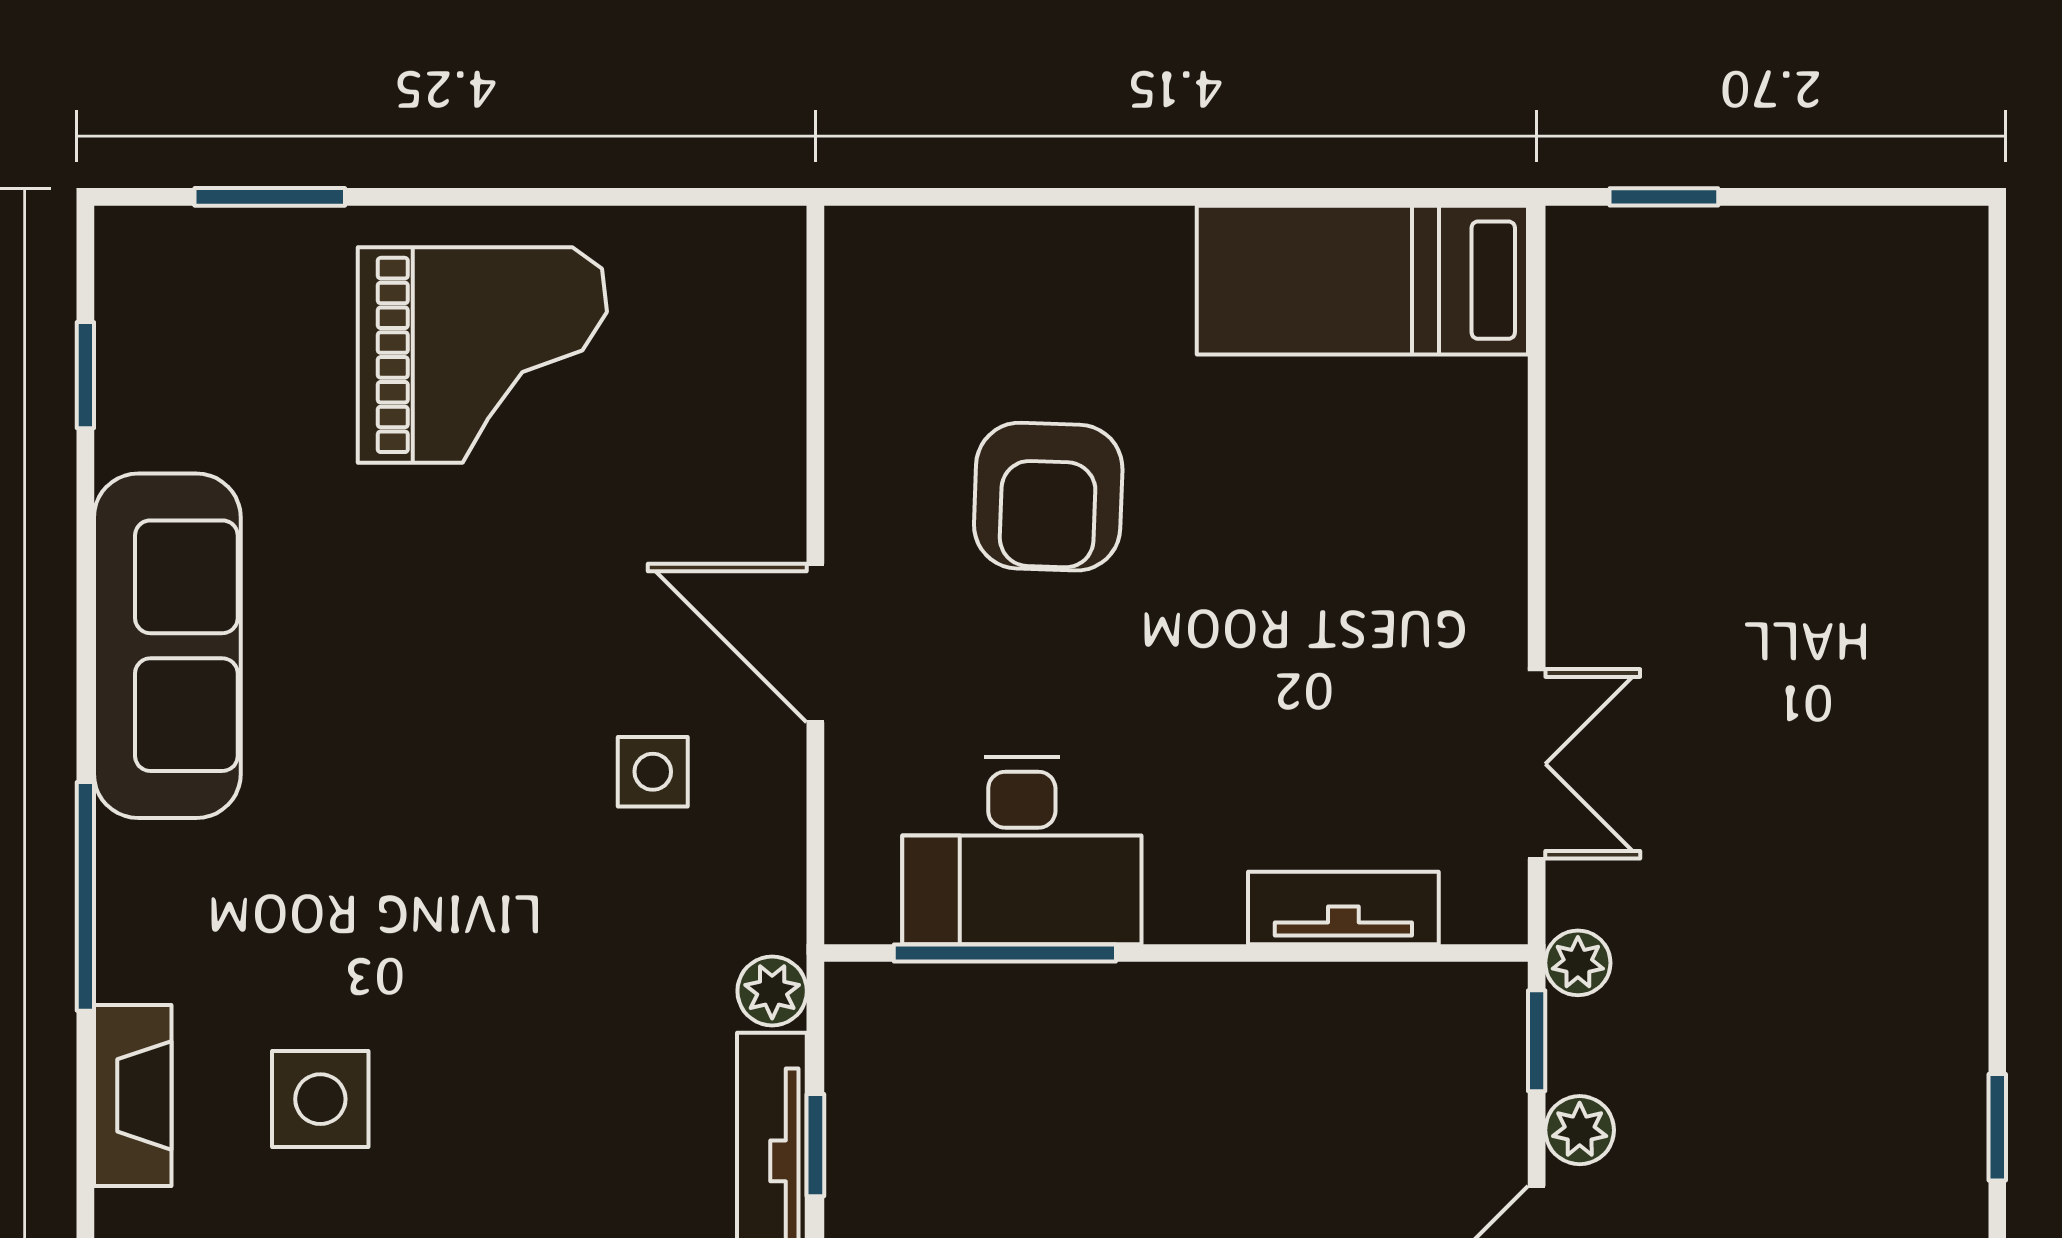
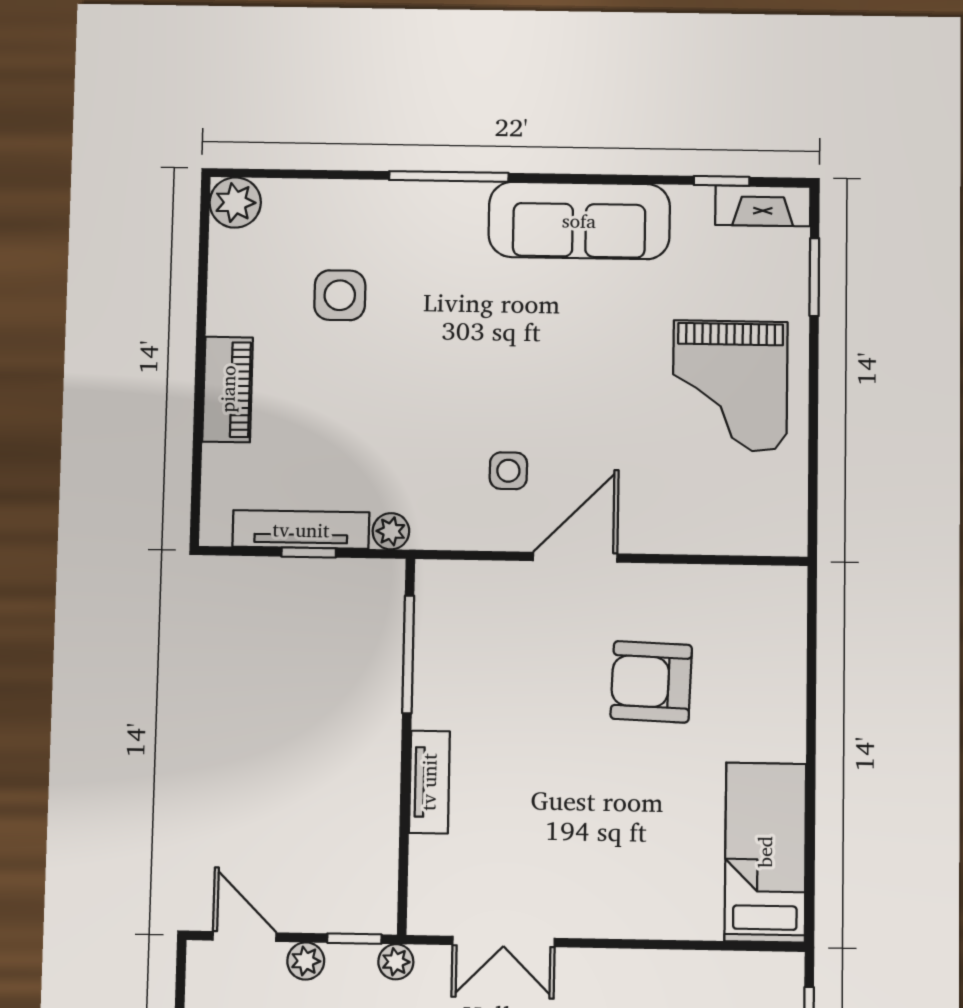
desk: (1022, 850) -> (463, 664), removed
tv unit: (1343, 908) -> (429, 782), moved
fireplace: (133, 1095) -> (763, 206), moved

